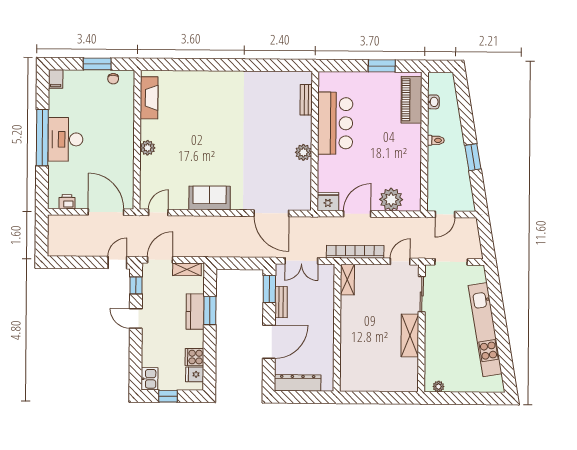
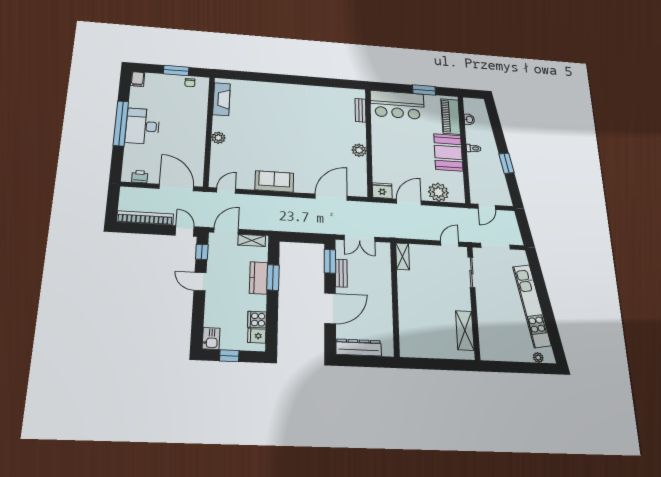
bar counter: (335, 123) -> (397, 105), moved, turned 90
booth: (406, 148) -> (448, 152), added
door: (271, 213) -> (331, 197), swing flipped
bookcase: (355, 252) -> (145, 218), moved
door: (117, 263) -> (185, 231), hinge flipped
shelving: (410, 335) -> (465, 330), moved
plant: (438, 387) -> (538, 357), moved

